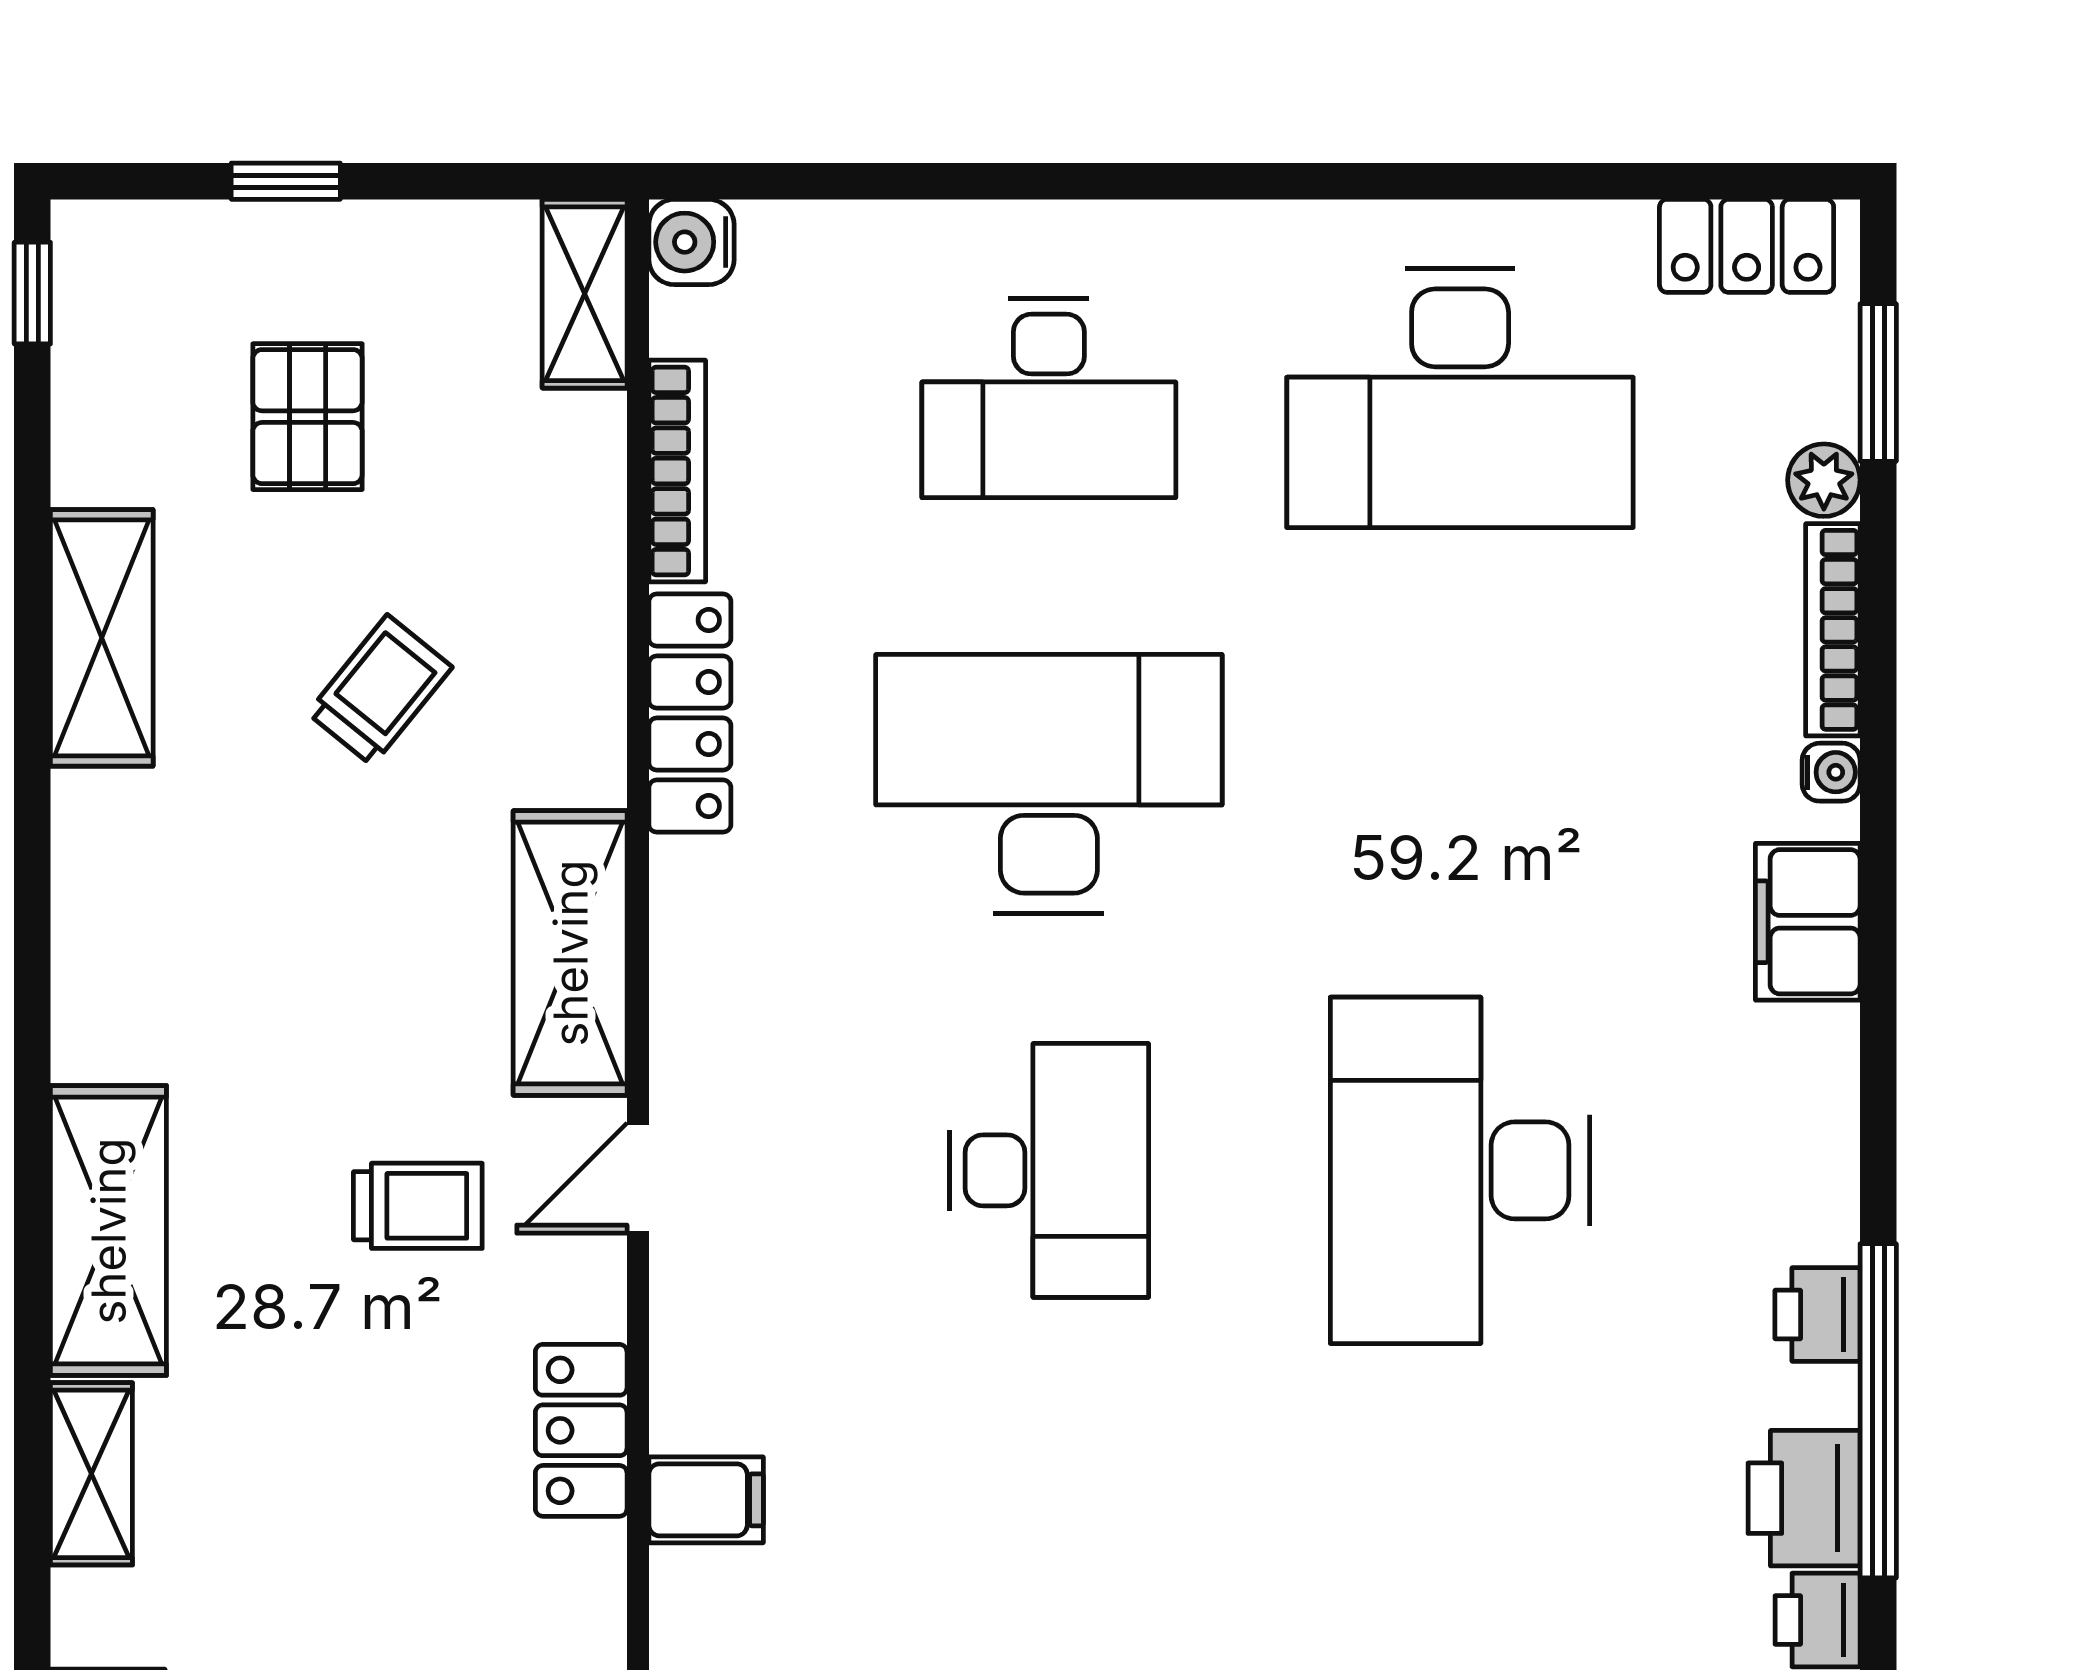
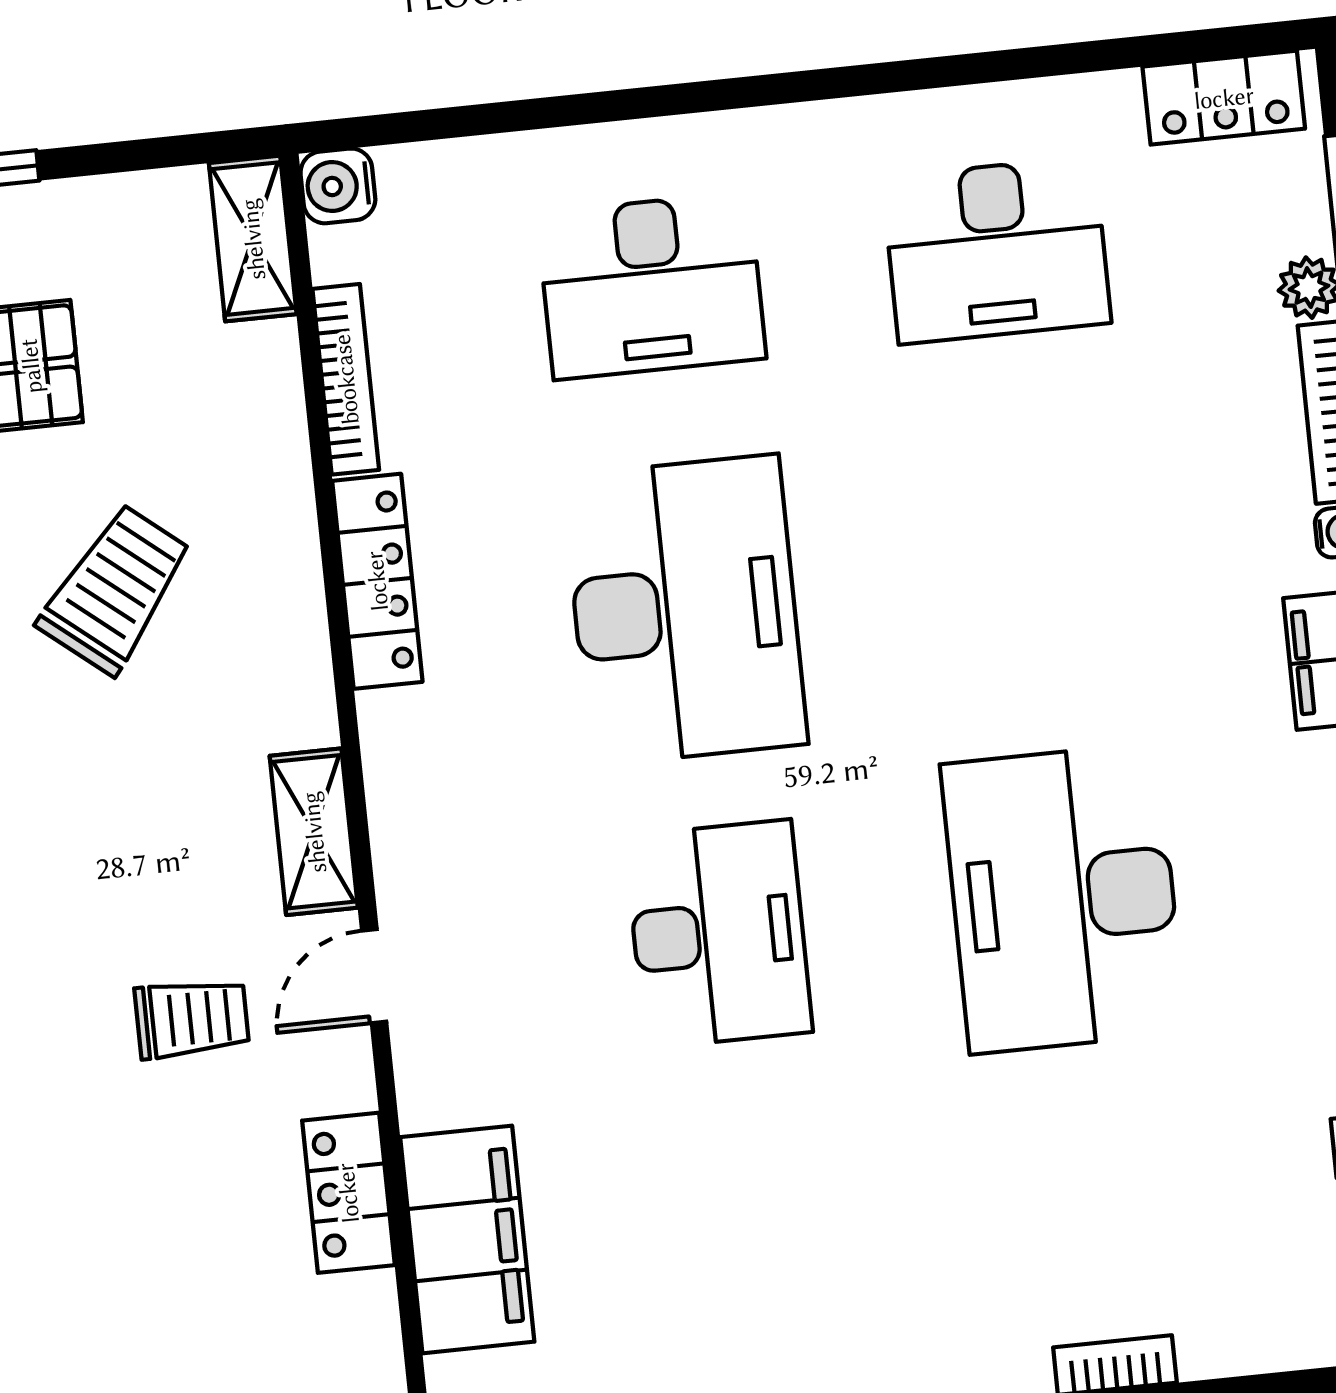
desk: (1460, 398) -> (996, 250), width x0.73, depth x0.77
trolley: (380, 690) -> (115, 589), width x1.36, depth x1.39
desk: (1049, 784) -> (685, 610), turned 90
shelving: (570, 953) -> (314, 832), width x0.67, depth x0.75
filing cabinet: (706, 1500) -> (467, 1239), width x3.00, depth x1.17

